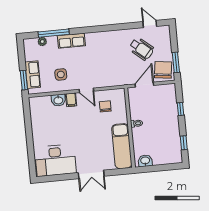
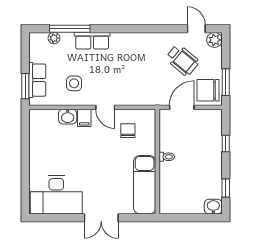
plant: (164, 31) -> (214, 40), added
chair: (163, 70) -> (208, 90), turned -97
washbasin: (145, 161) -> (213, 207), moved

